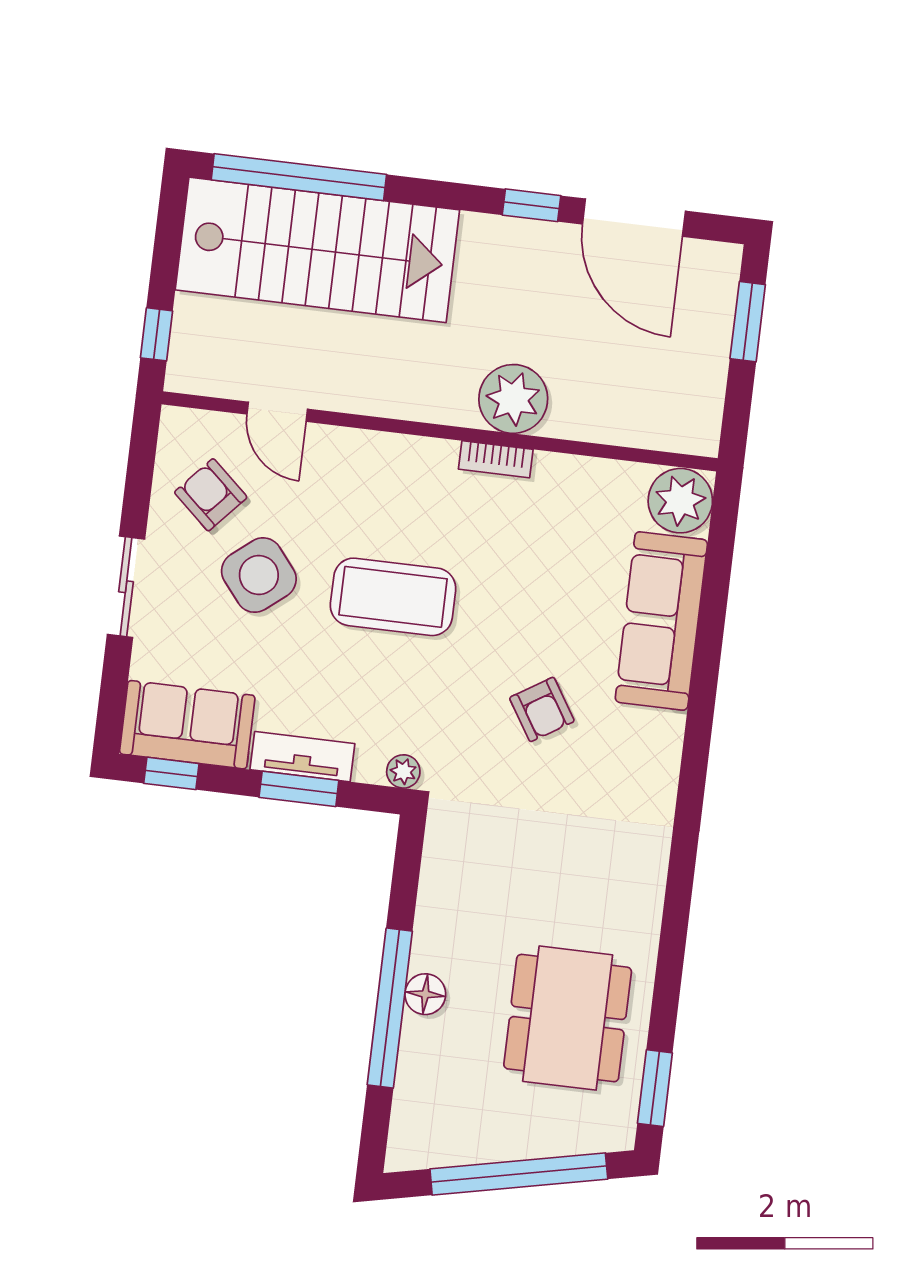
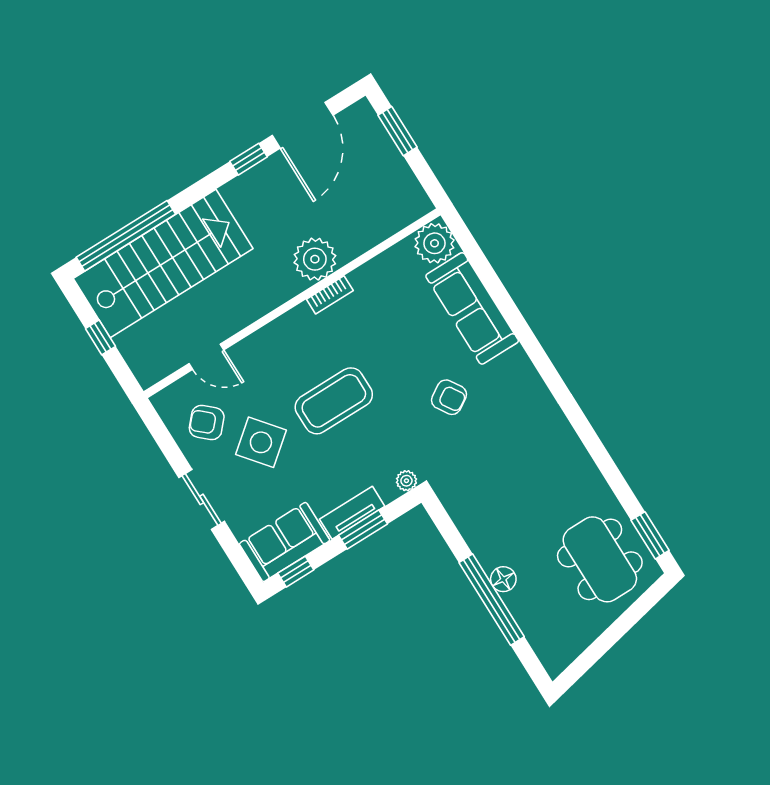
door: (634, 218) -> (303, 125), hinge flipped
window: (157, 334) -> (100, 337), moved
dining table: (568, 1018) -> (600, 559), moved
window: (519, 1174) -> (618, 629), removed

